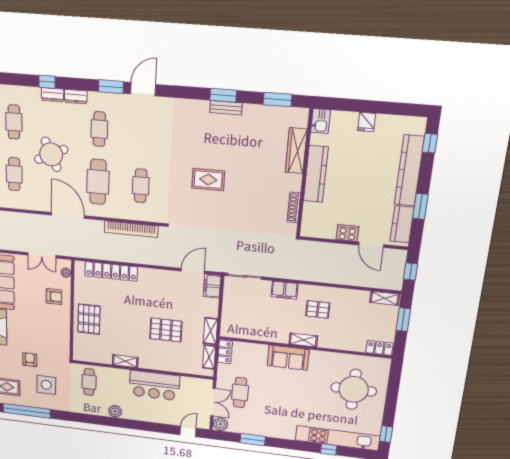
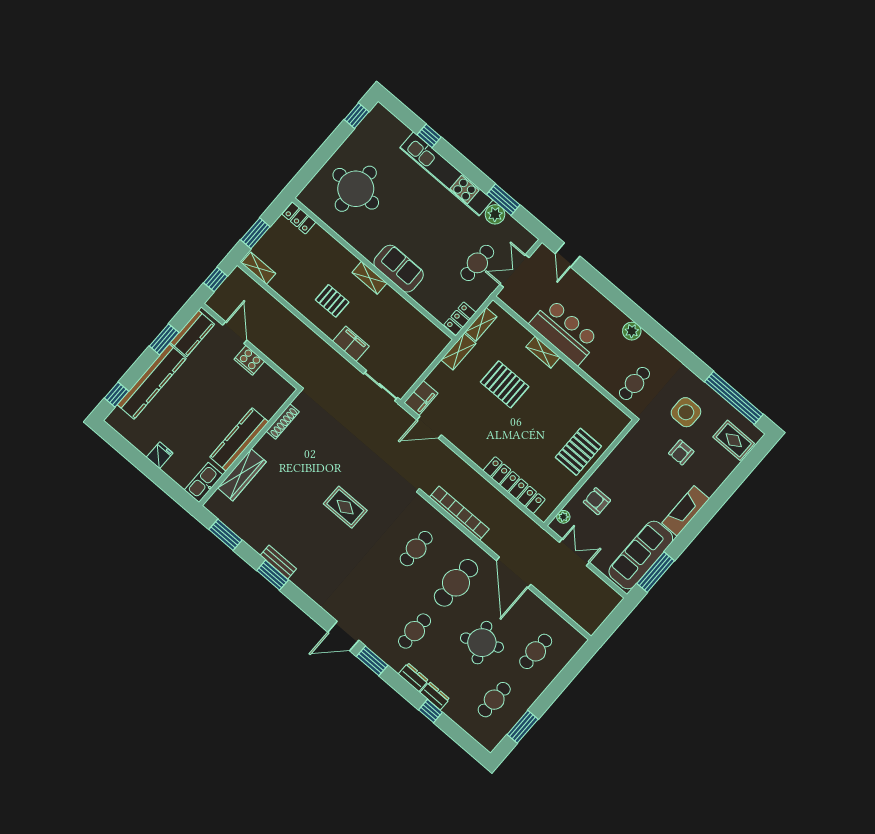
kitchen sink: (320, 121) -> (204, 482), width x1.38
shelving: (125, 361) -> (543, 352), moved
plant: (220, 424) -> (495, 214), moved
door: (188, 431) -> (568, 255), hinge flipped
kitchen unit: (337, 438) -> (446, 174), moved

